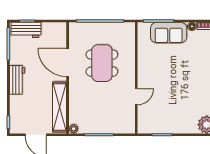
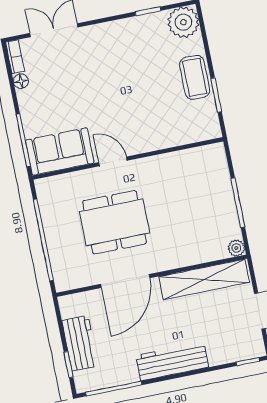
workbench: (26, 30) -> (80, 343), moved
sofa: (169, 33) -> (60, 152), moved, turned -90
workbench: (17, 80) -> (172, 361), width x1.38
door: (136, 97) -> (113, 161), moved
coffee table: (174, 125) -> (195, 77), added

